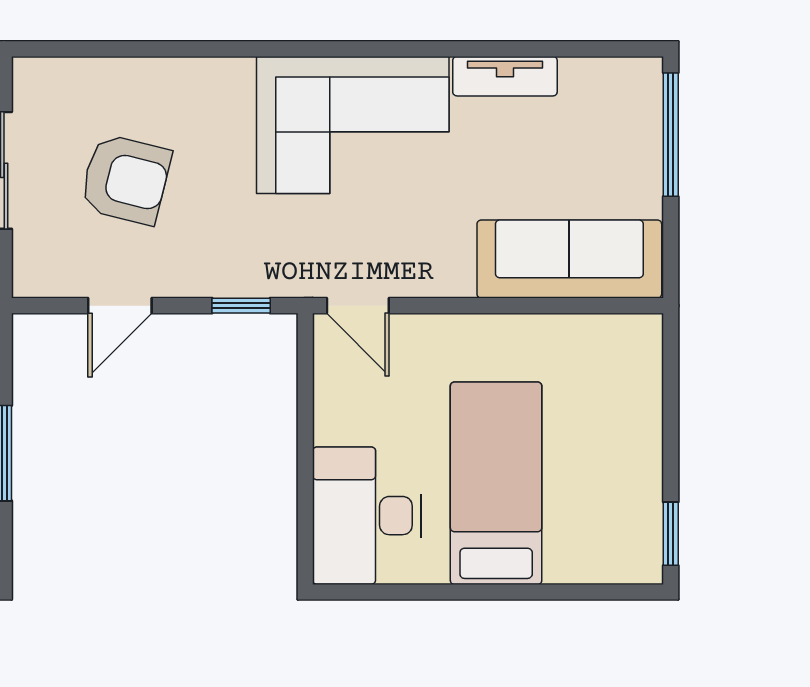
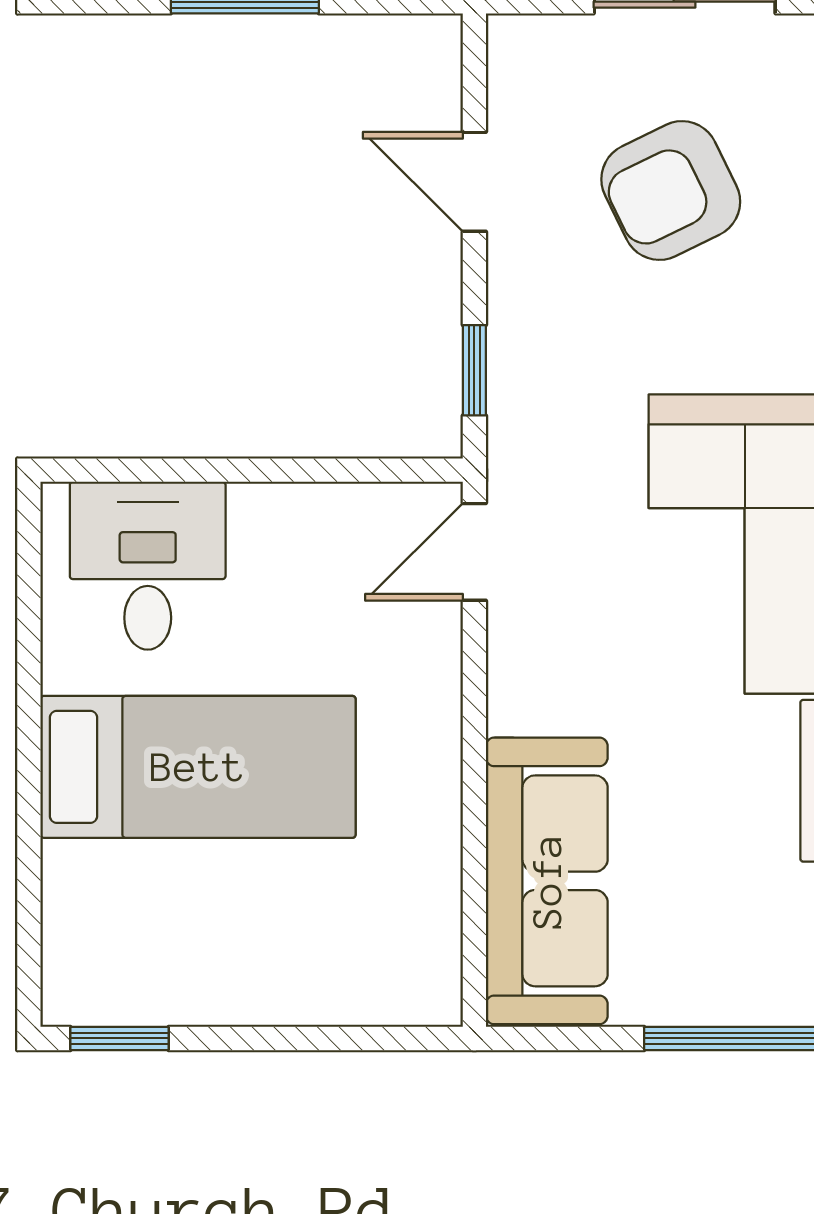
armchair: (126, 179) -> (671, 191), turned 50
desk: (367, 516) -> (148, 566), width x0.73

